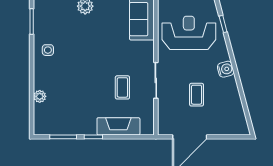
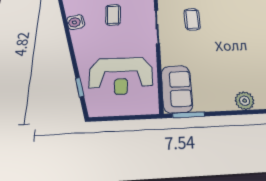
water cooler: (226, 69) -> (76, 22), moved

